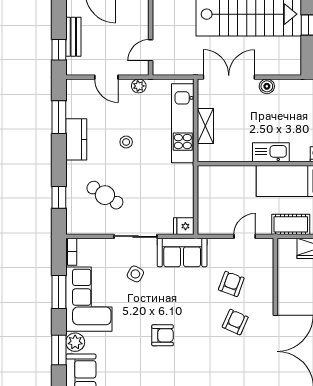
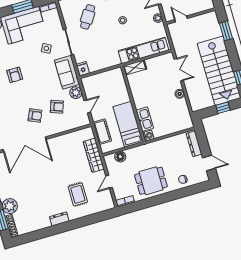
double door: (229, 77) -> (179, 70), width x0.73
shelving: (205, 126) -> (135, 67), moved
kitchen sink: (271, 152) -> (145, 119), moved
door: (245, 236) -> (87, 106), hinge flipped
plant: (218, 248) -> (76, 93), added

